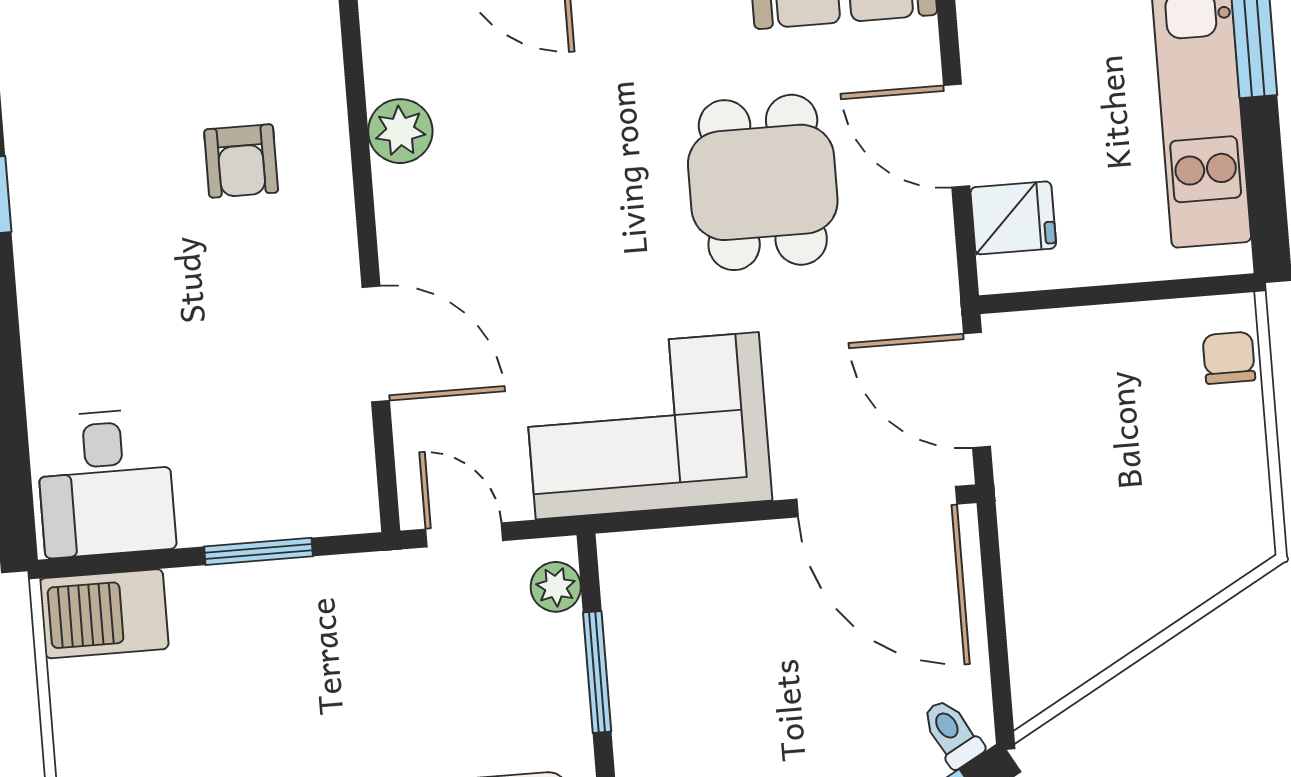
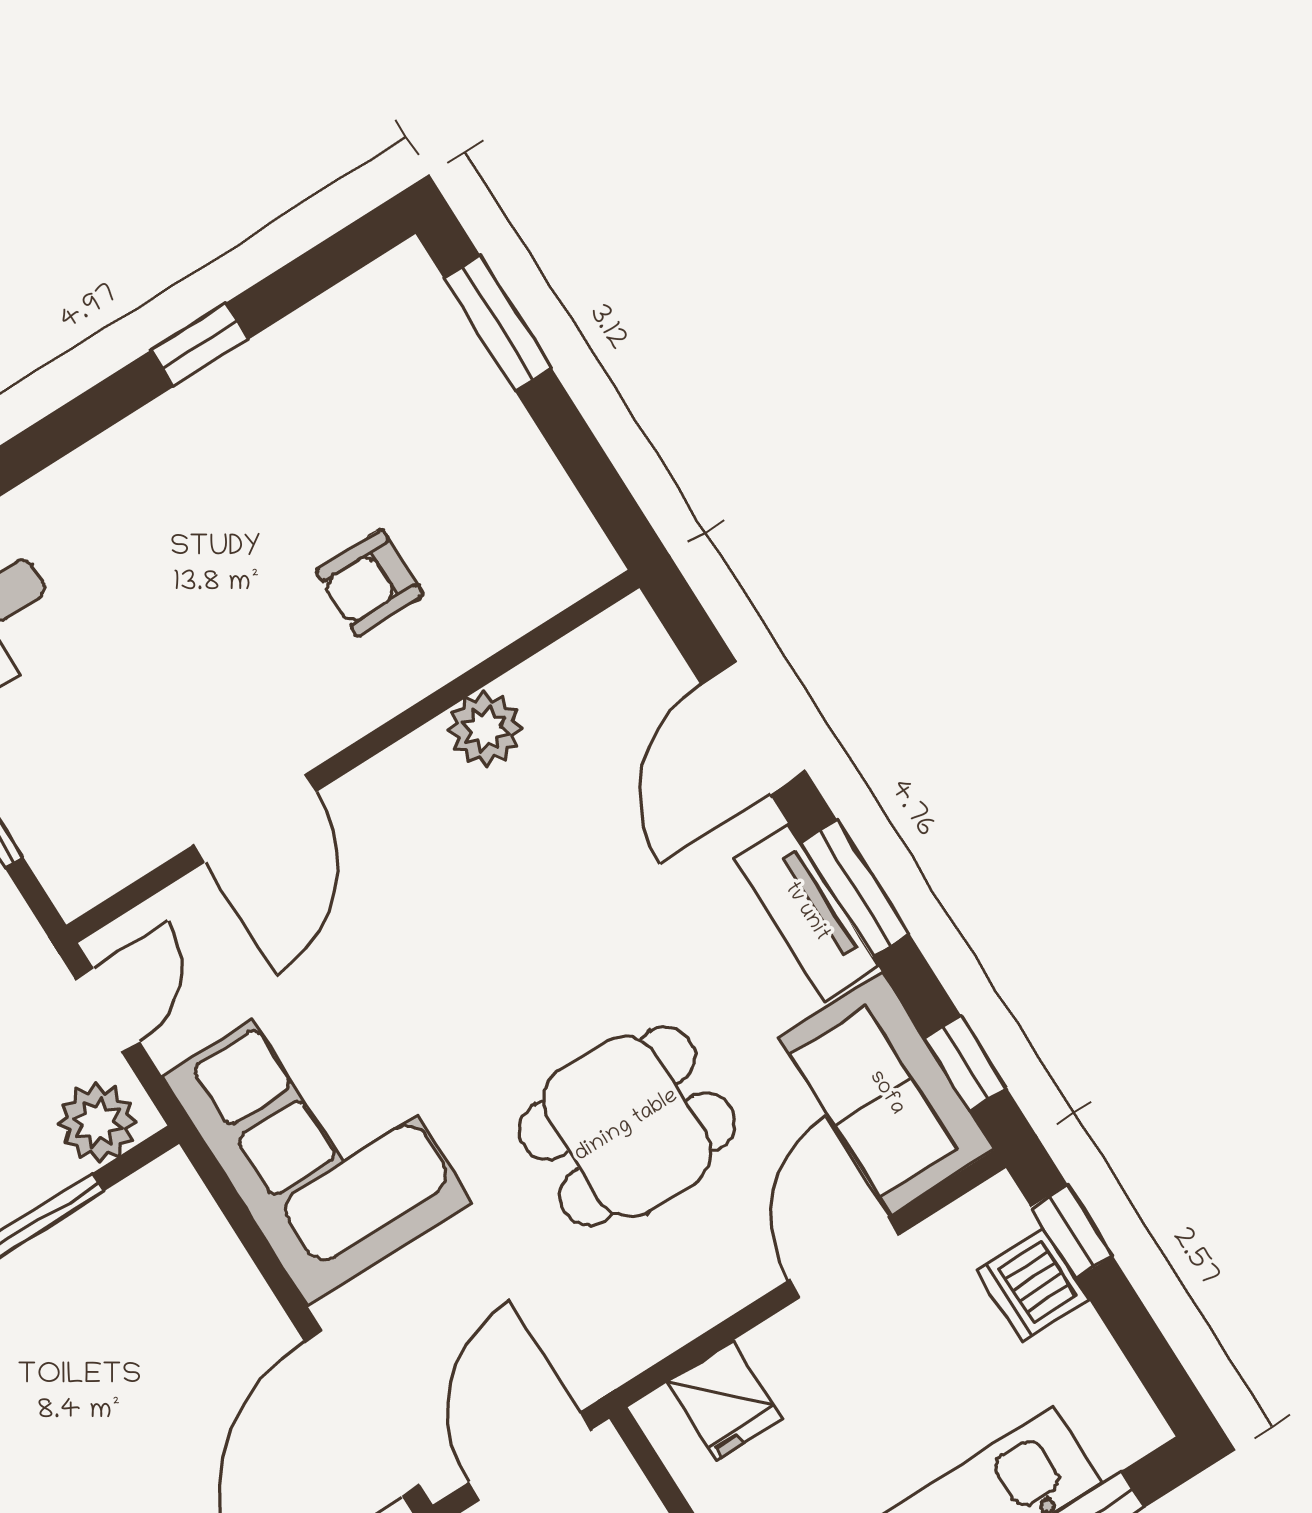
door: (957, 136) -> (844, 1257), moved
plant: (556, 587) -> (98, 1123), width x1.38, depth x1.38

